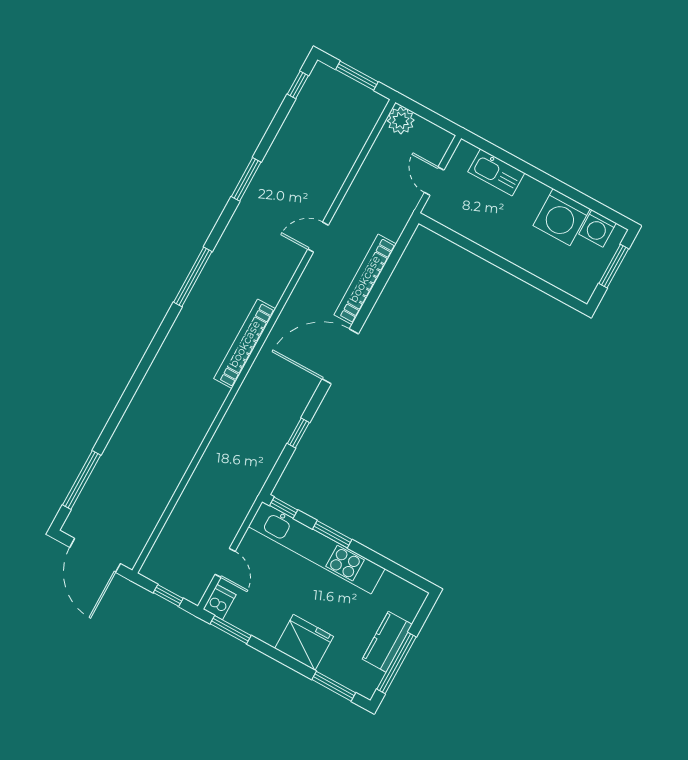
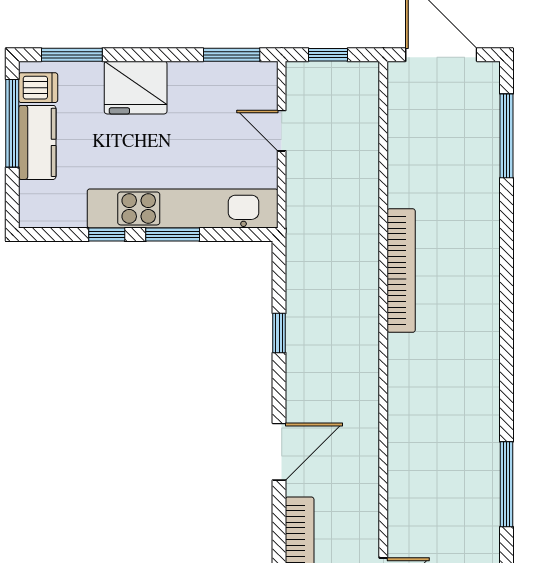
window: (193, 277) -> (506, 484), moved
bookcase: (245, 344) -> (401, 271), moved
door: (340, 356) -> (279, 452), width x0.73
window: (284, 508) -> (107, 235), moved
dishwasher: (220, 602) -> (38, 88), moved, turned -90

